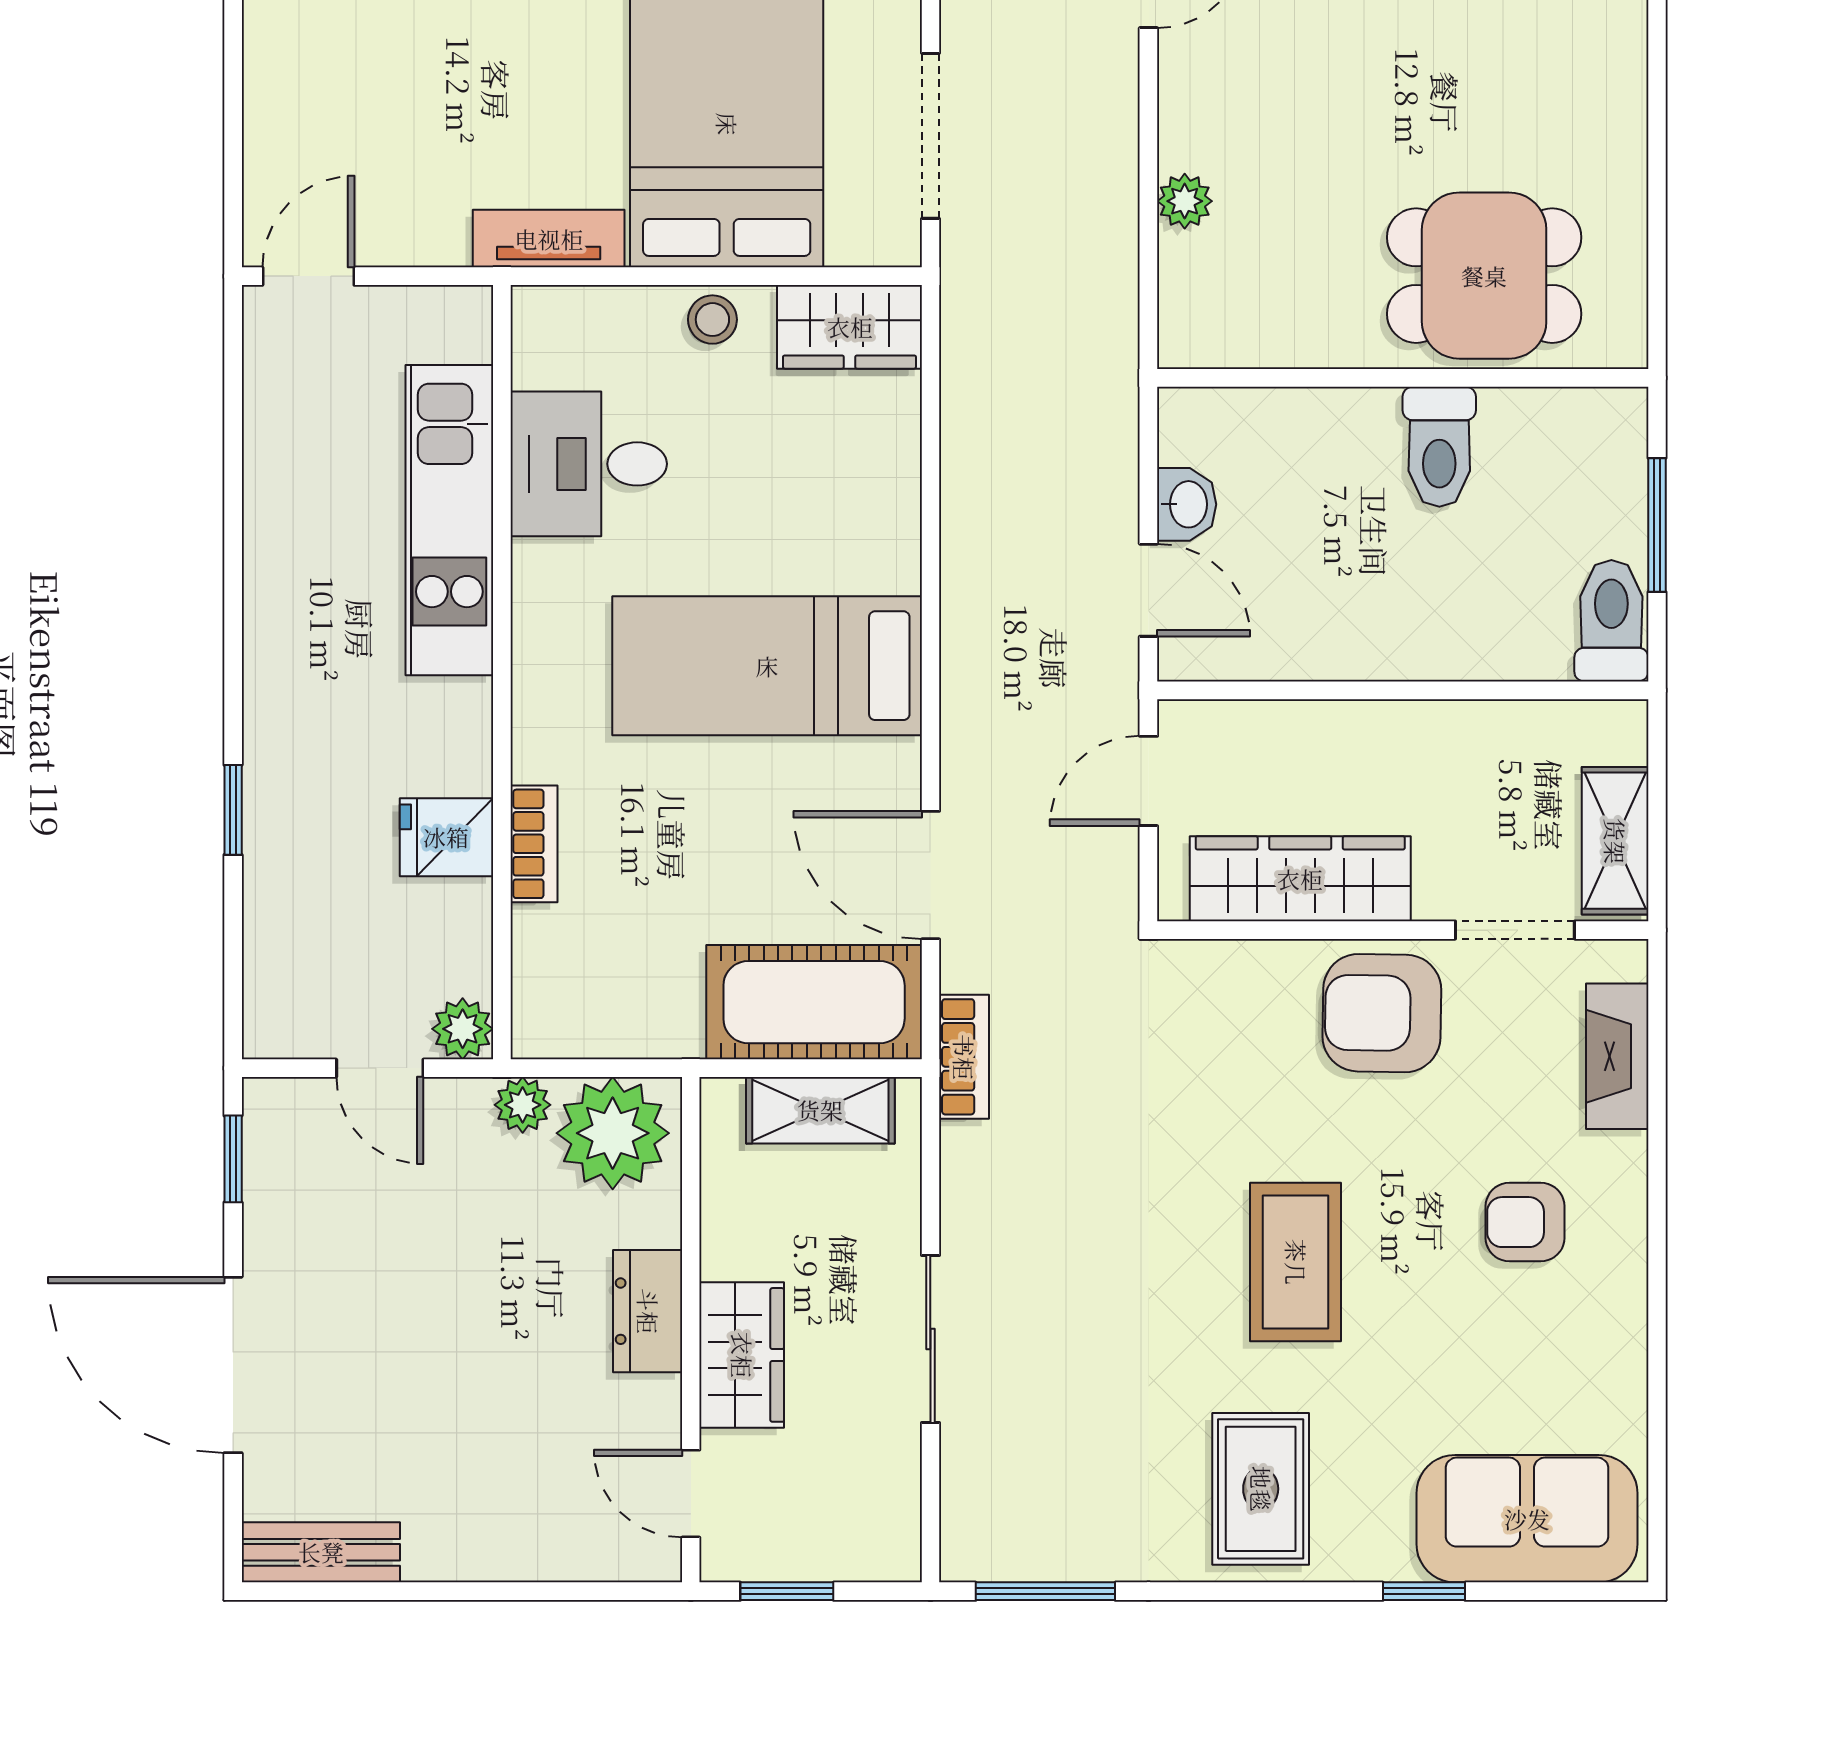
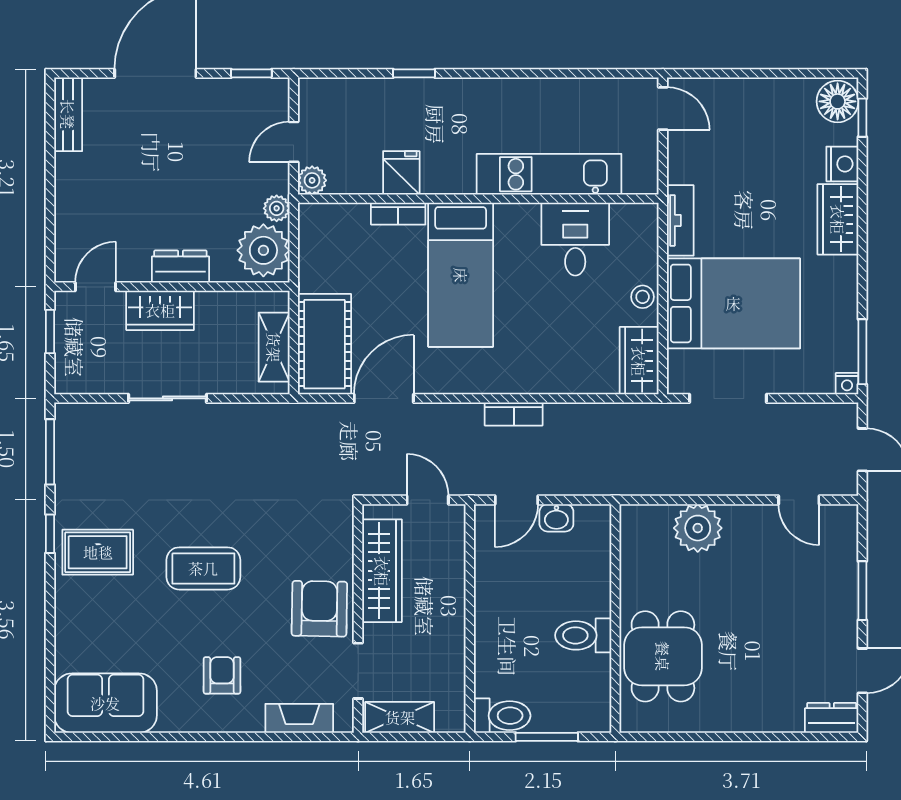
plant: (1185, 201) -> (698, 528), width x1.88, depth x1.88
bed: (767, 666) -> (461, 275), moved, turned 180
bookcase: (964, 1057) -> (514, 414), moved
sofa: (1527, 1519) -> (105, 703), moved, turned -90
window: (1424, 1591) -> (50, 534), moved

